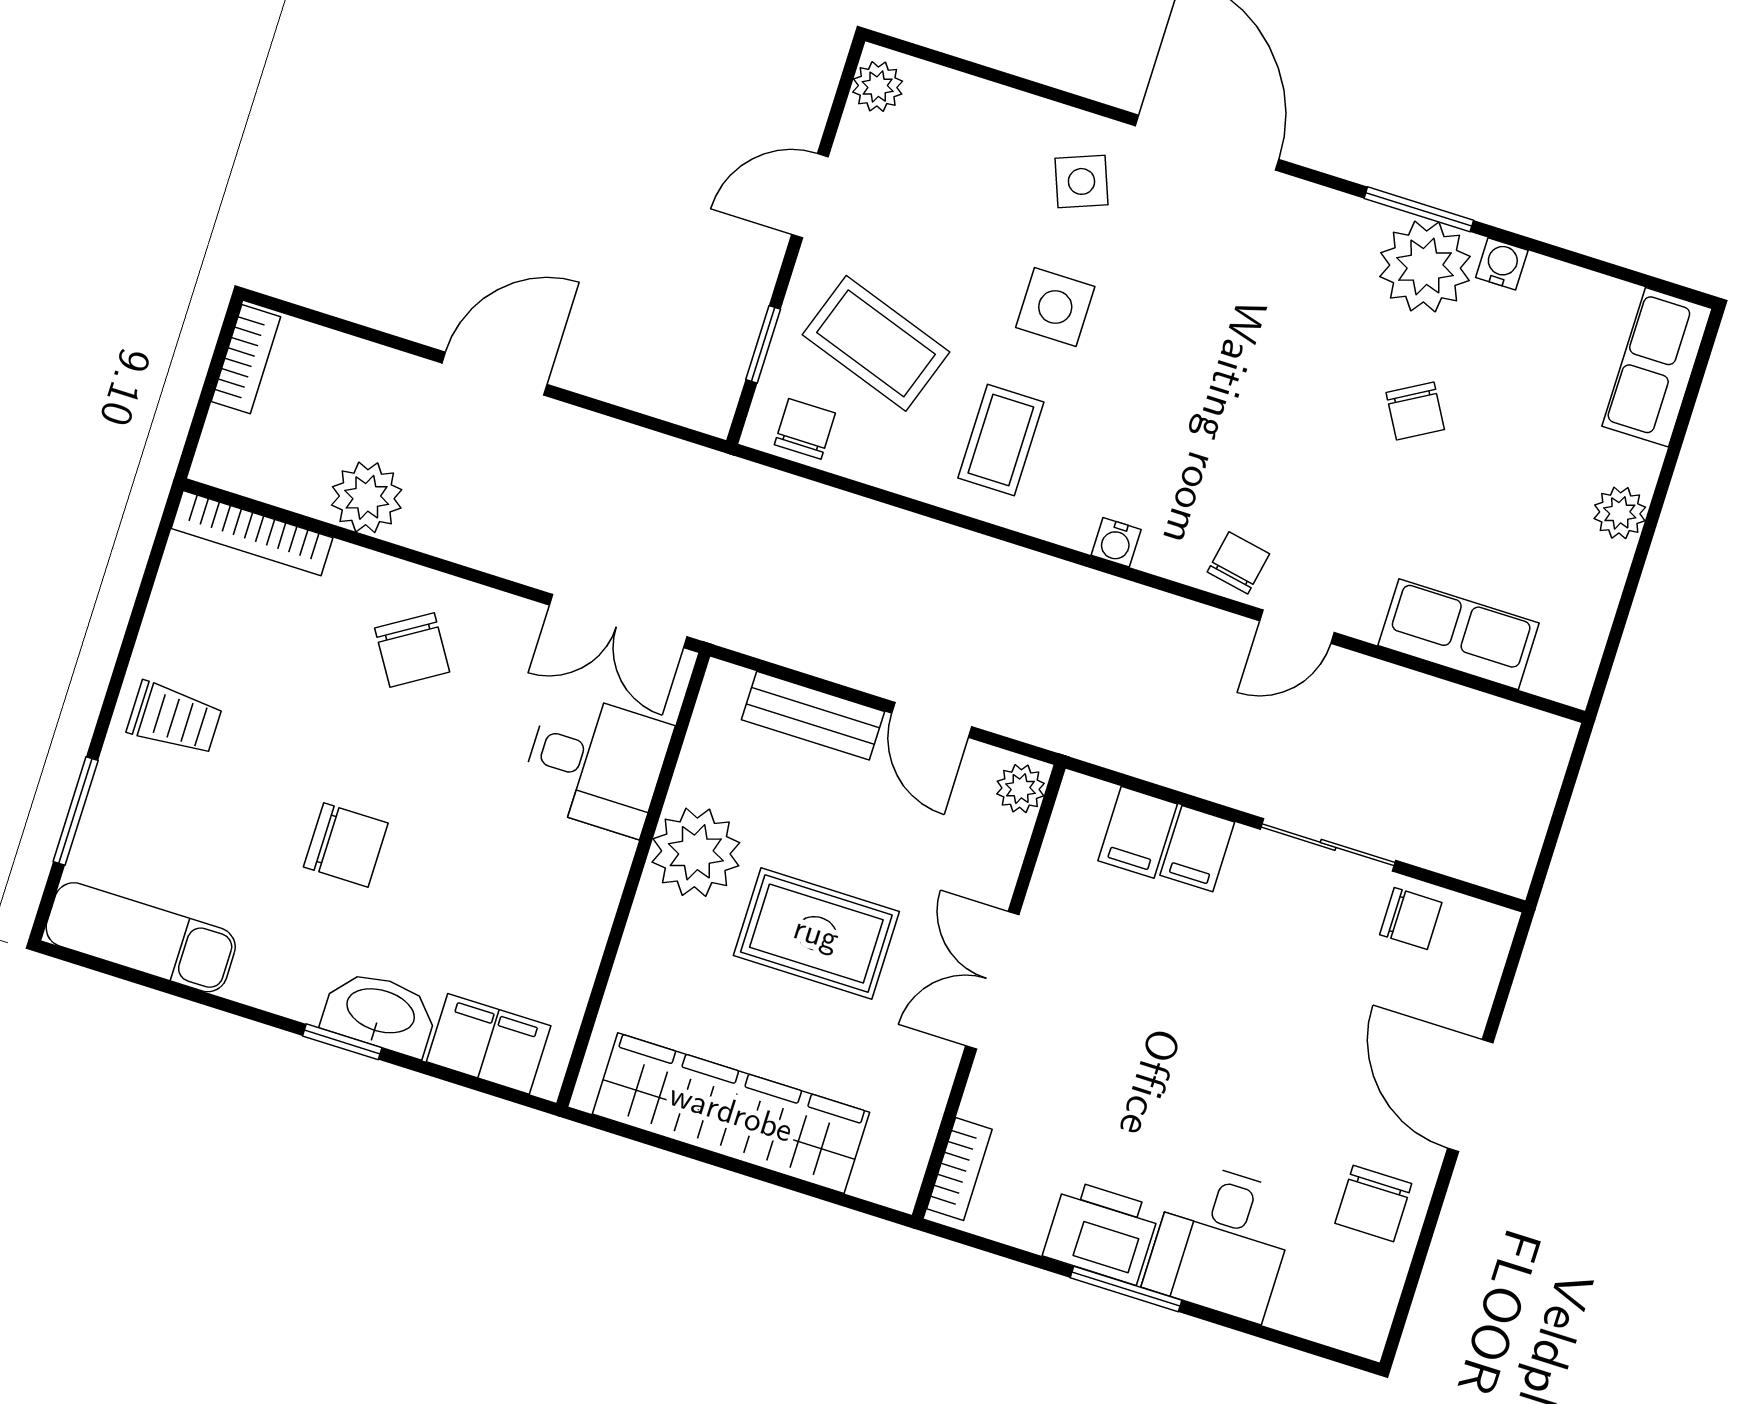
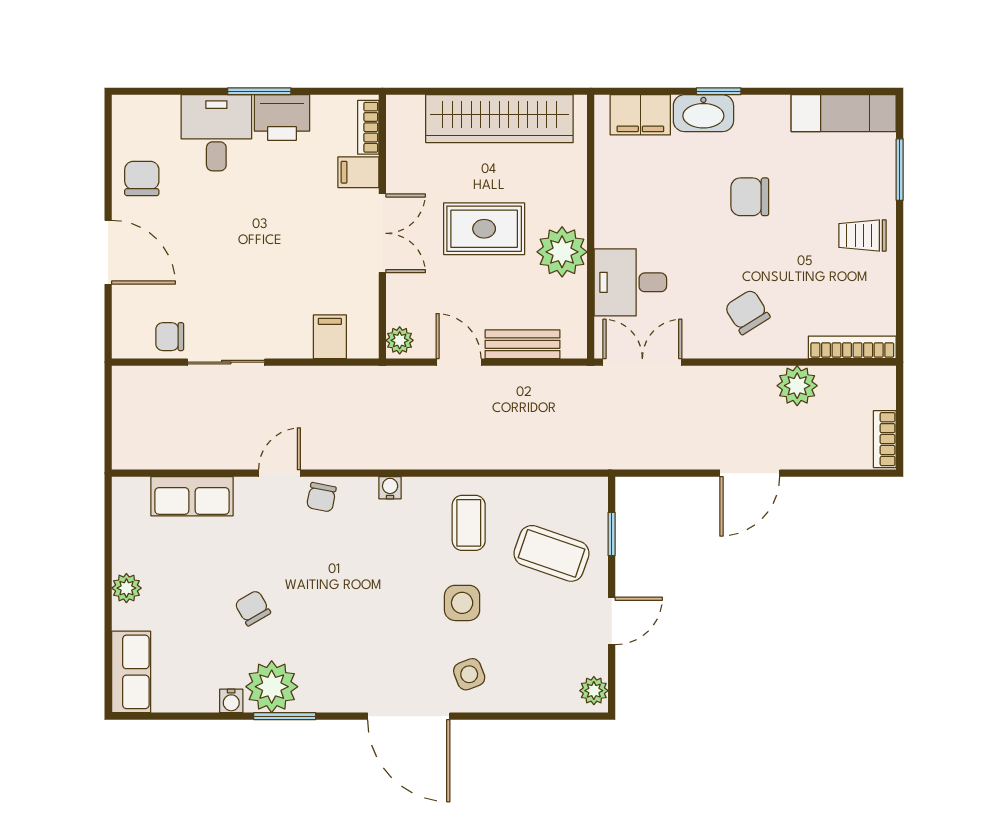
chair: (805, 429) -> (575, 496), removed
filing cabinet: (1197, 849) -> (358, 172), moved, turned -90

